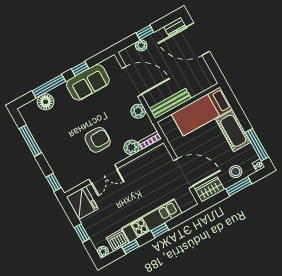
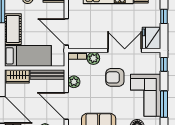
wardrobe: (200, 84) -> (18, 76), added
corner sofa: (55, 139) -> (146, 95), added
door: (183, 173) -> (66, 32), moved
double door: (103, 174) -> (125, 50), width x1.37

